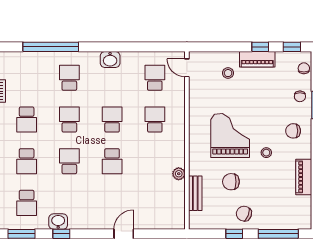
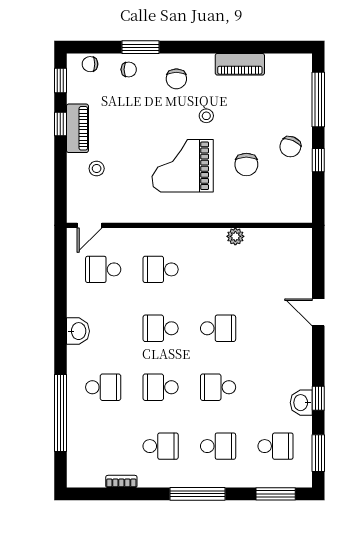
school desk: (69, 78) -> (103, 387), turned 180
bench: (195, 193) -> (262, 214), removed

